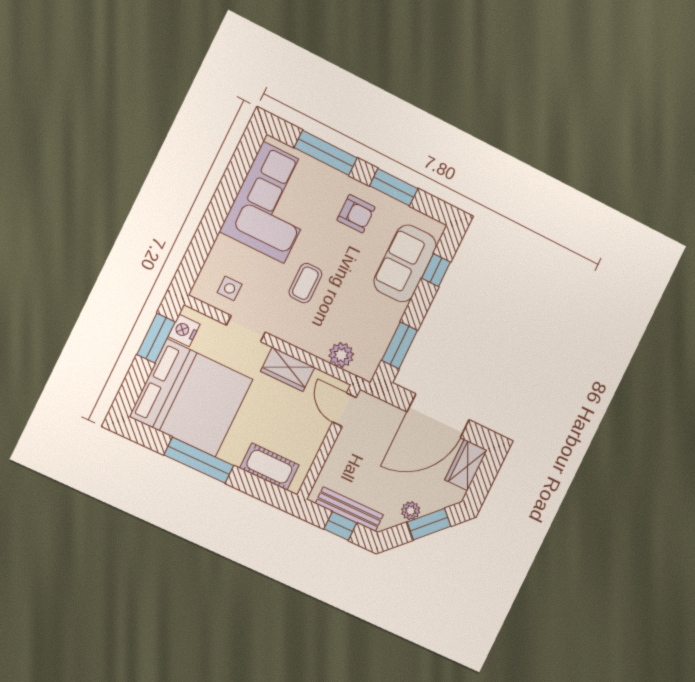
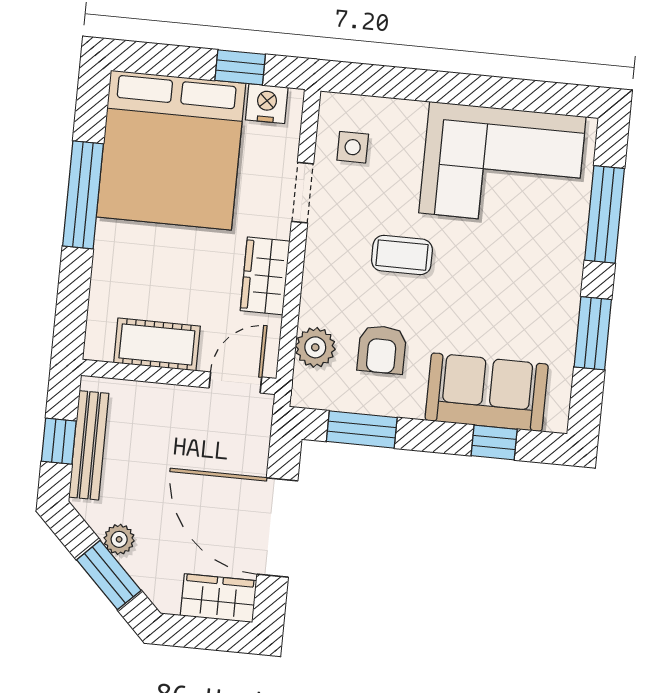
armchair: (356, 214) -> (382, 350), moved
window: (156, 338) -> (240, 67), width x0.67
cot: (269, 467) -> (157, 344), moved, turned 90

